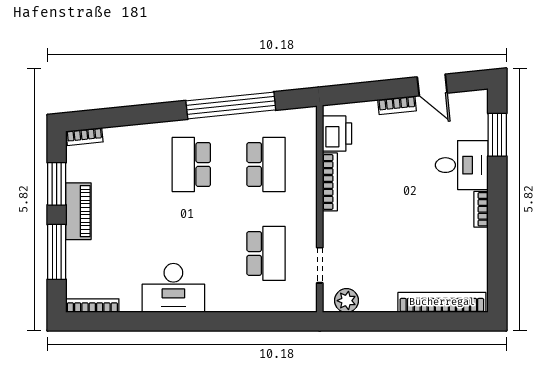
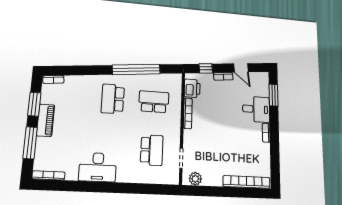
window: (362, 92) -> (206, 68), added
school desk: (266, 164) -> (154, 102), turned -90

